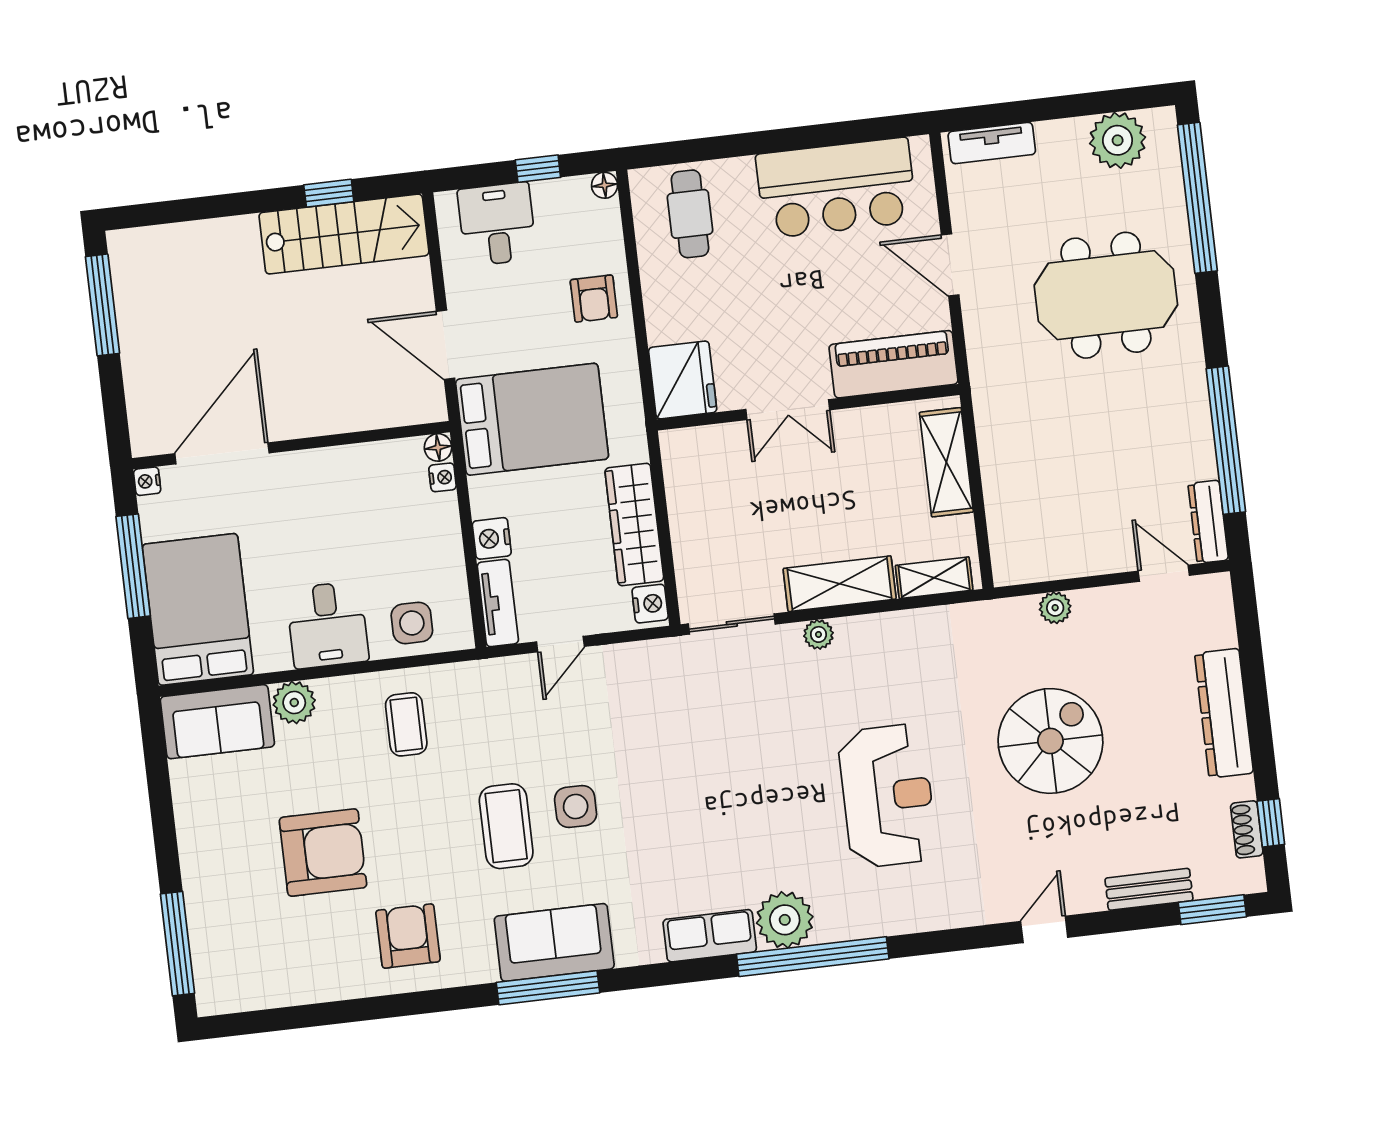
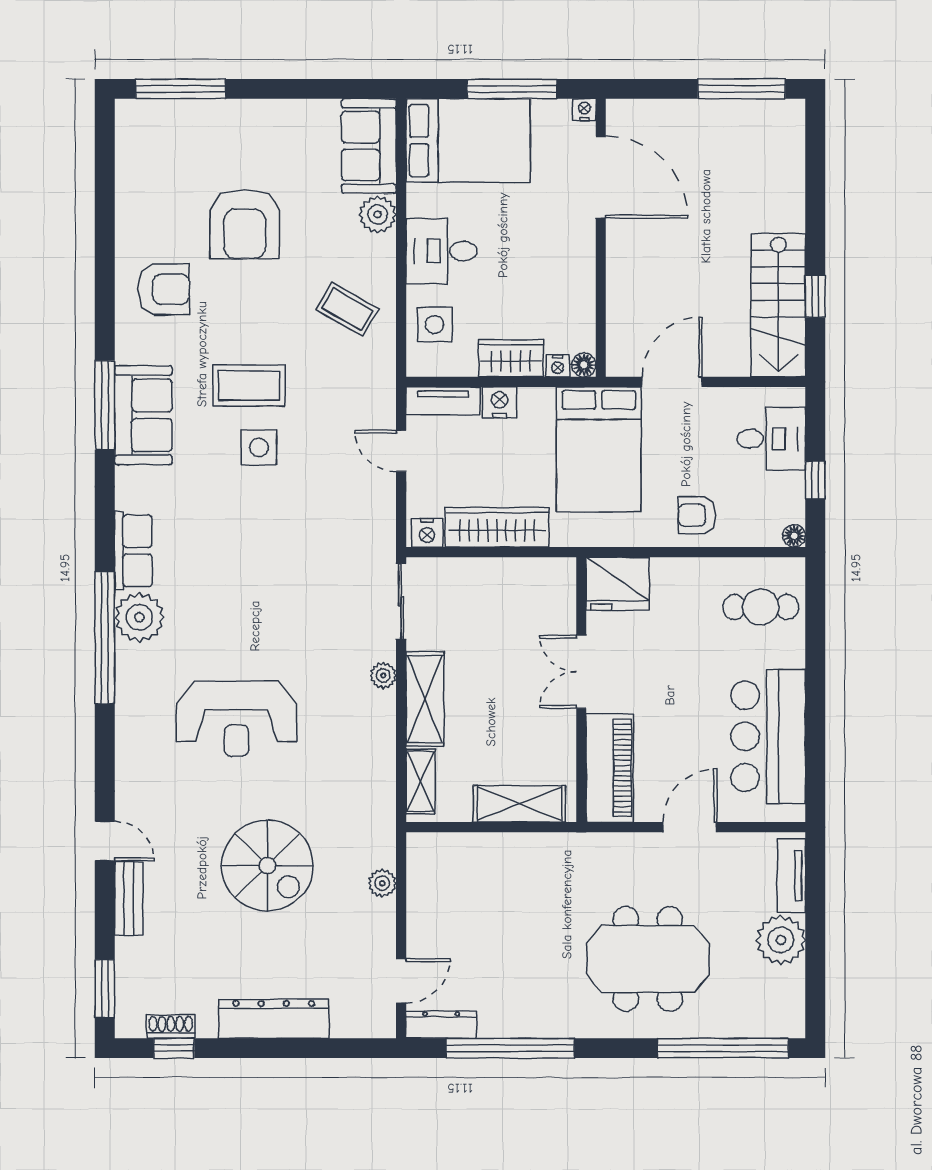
plant: (1118, 140) -> (781, 940), moved
meeting table: (1106, 295) -> (648, 959), turned 90
wardrobe: (440, 532) -> (511, 358), added
coffee table: (406, 724) -> (347, 309), turned 30
bench: (1149, 889) -> (129, 898), moved

